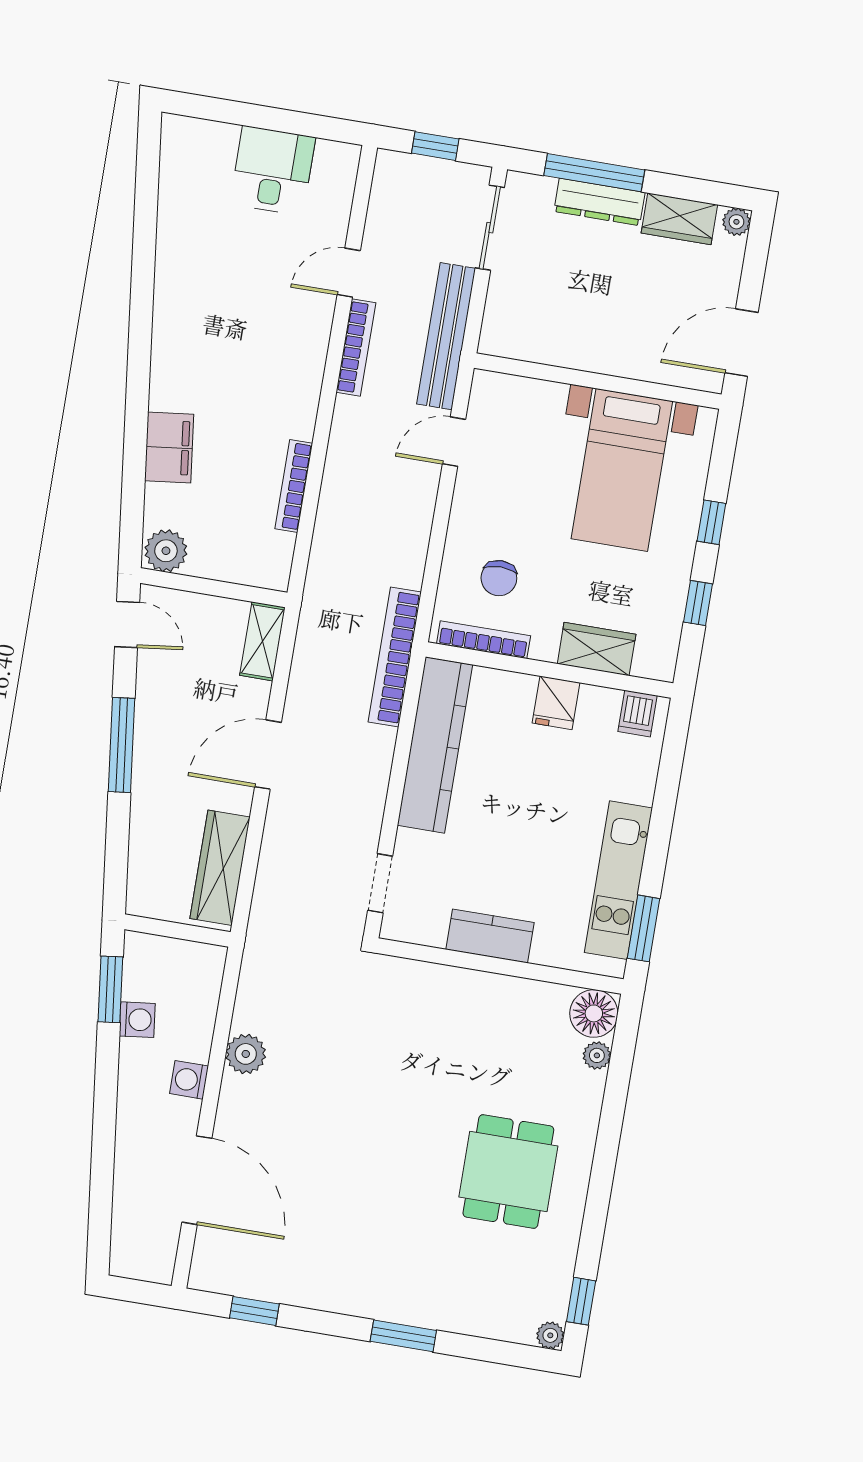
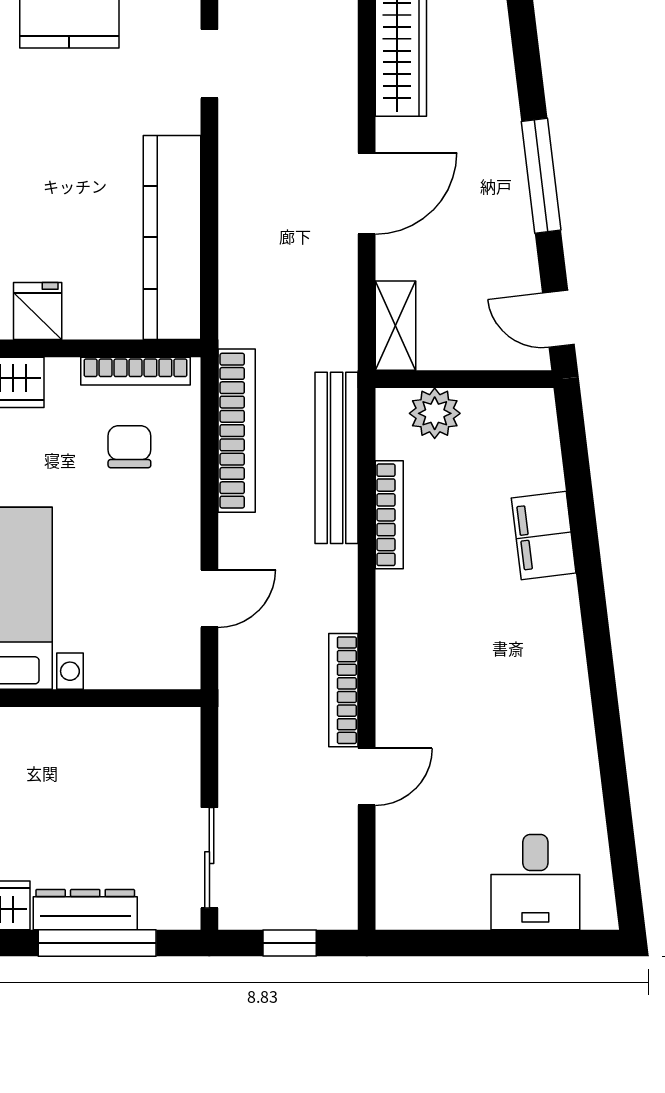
desk: (273, 171) -> (535, 882), moved
bench: (446, 336) -> (337, 458), moved
plant: (166, 551) -> (435, 413), moved
bookcase: (395, 657) -> (237, 431), moved

